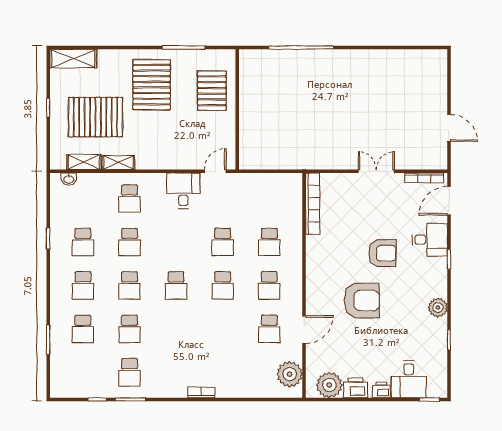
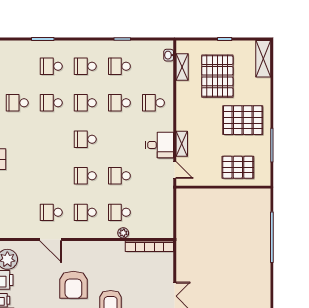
shelving: (118, 162) -> (182, 144), moved
plant: (290, 374) -> (123, 233), moved, width x0.53, depth x0.53

